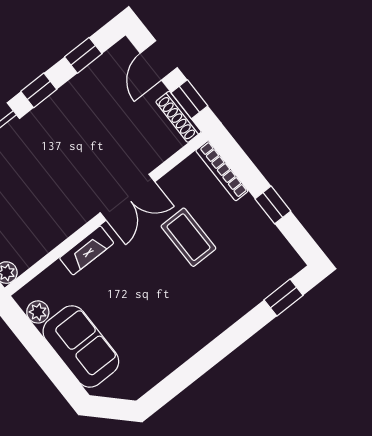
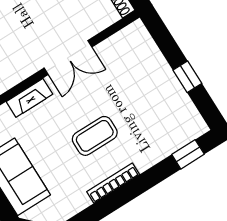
bookcase: (222, 171) -> (113, 183), moved, turned 90
coffee table: (188, 237) -> (95, 136), moved, turned 90

